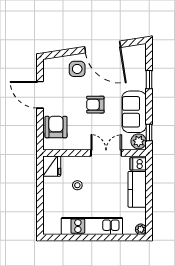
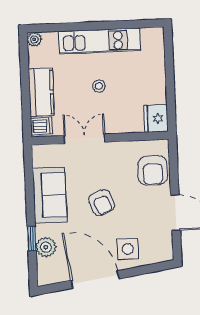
armchair: (95, 105) -> (102, 203), turned 68
window: (149, 133) -> (29, 168), removed
plant: (139, 141) -> (46, 247), moved
double door: (106, 153) -> (85, 139), swing flipped
stool: (77, 185) -> (99, 86), moved

